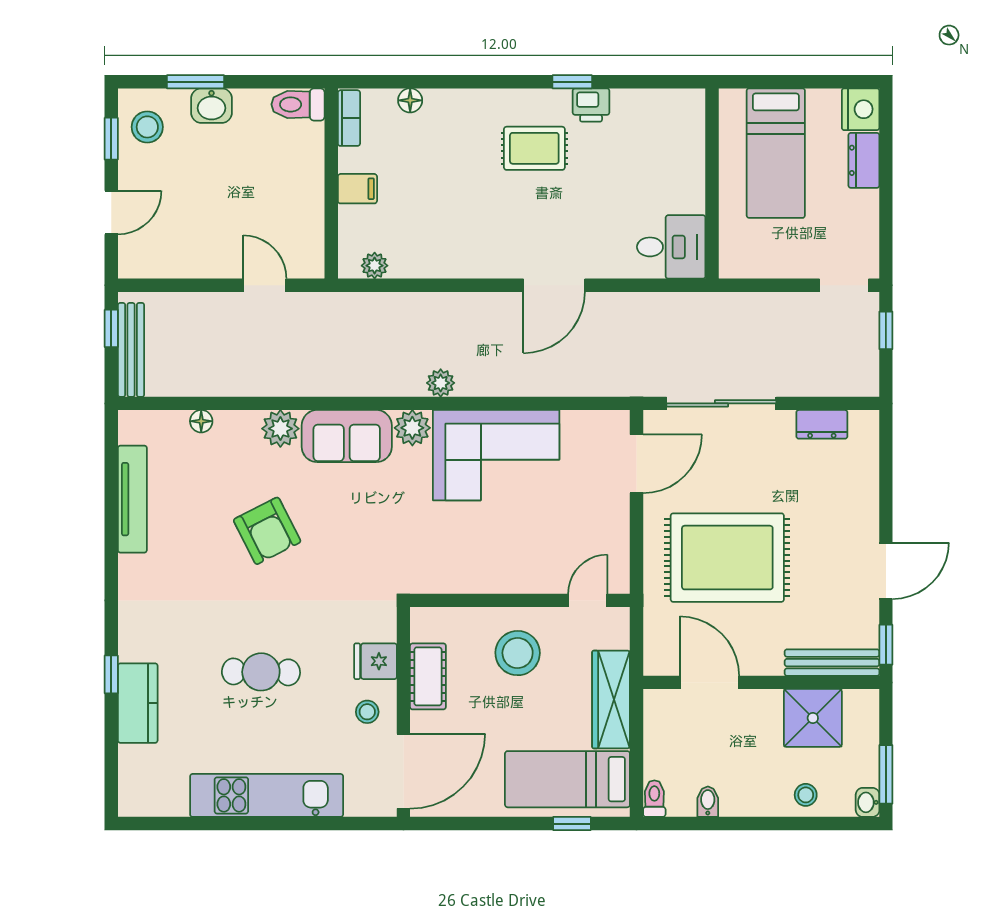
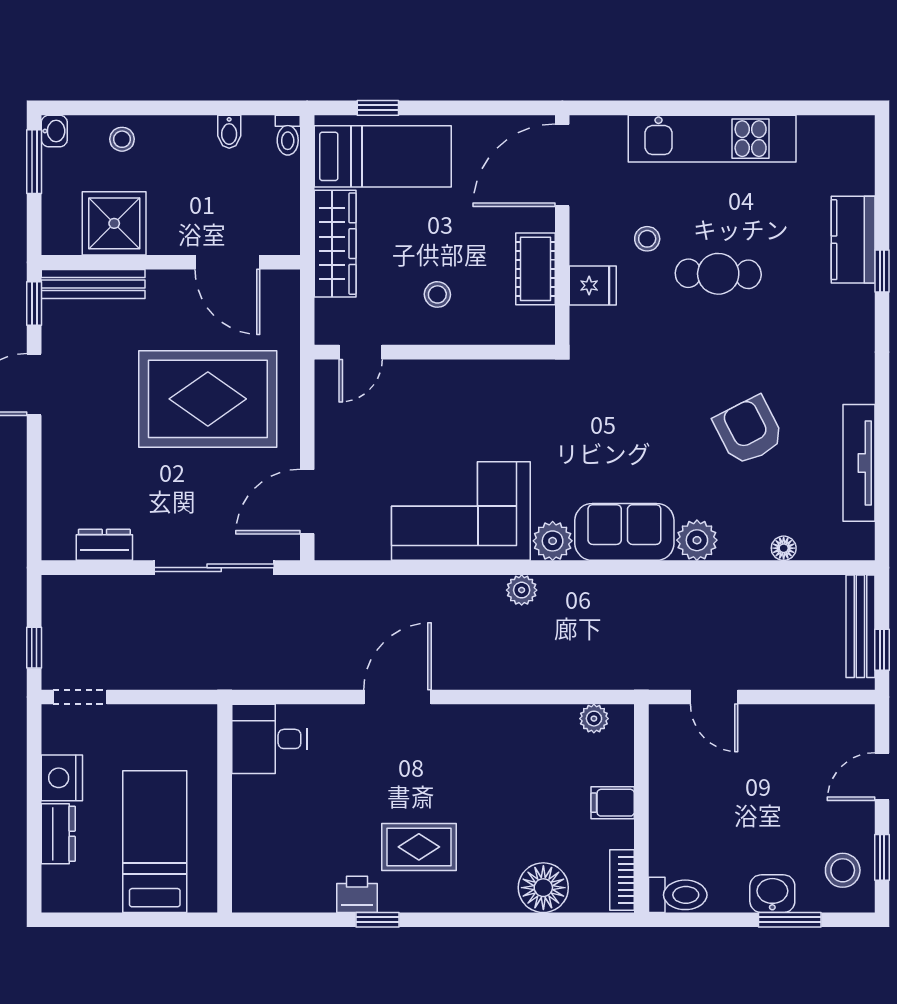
floor lamp: (410, 100) -> (543, 888), width x1.89, depth x1.89
nightstand: (861, 109) -> (62, 778), moved
armchair: (267, 531) -> (749, 431), moved
stool: (518, 653) -> (437, 294), width x0.53, depth x0.53
stool: (367, 712) -> (647, 239), moved

